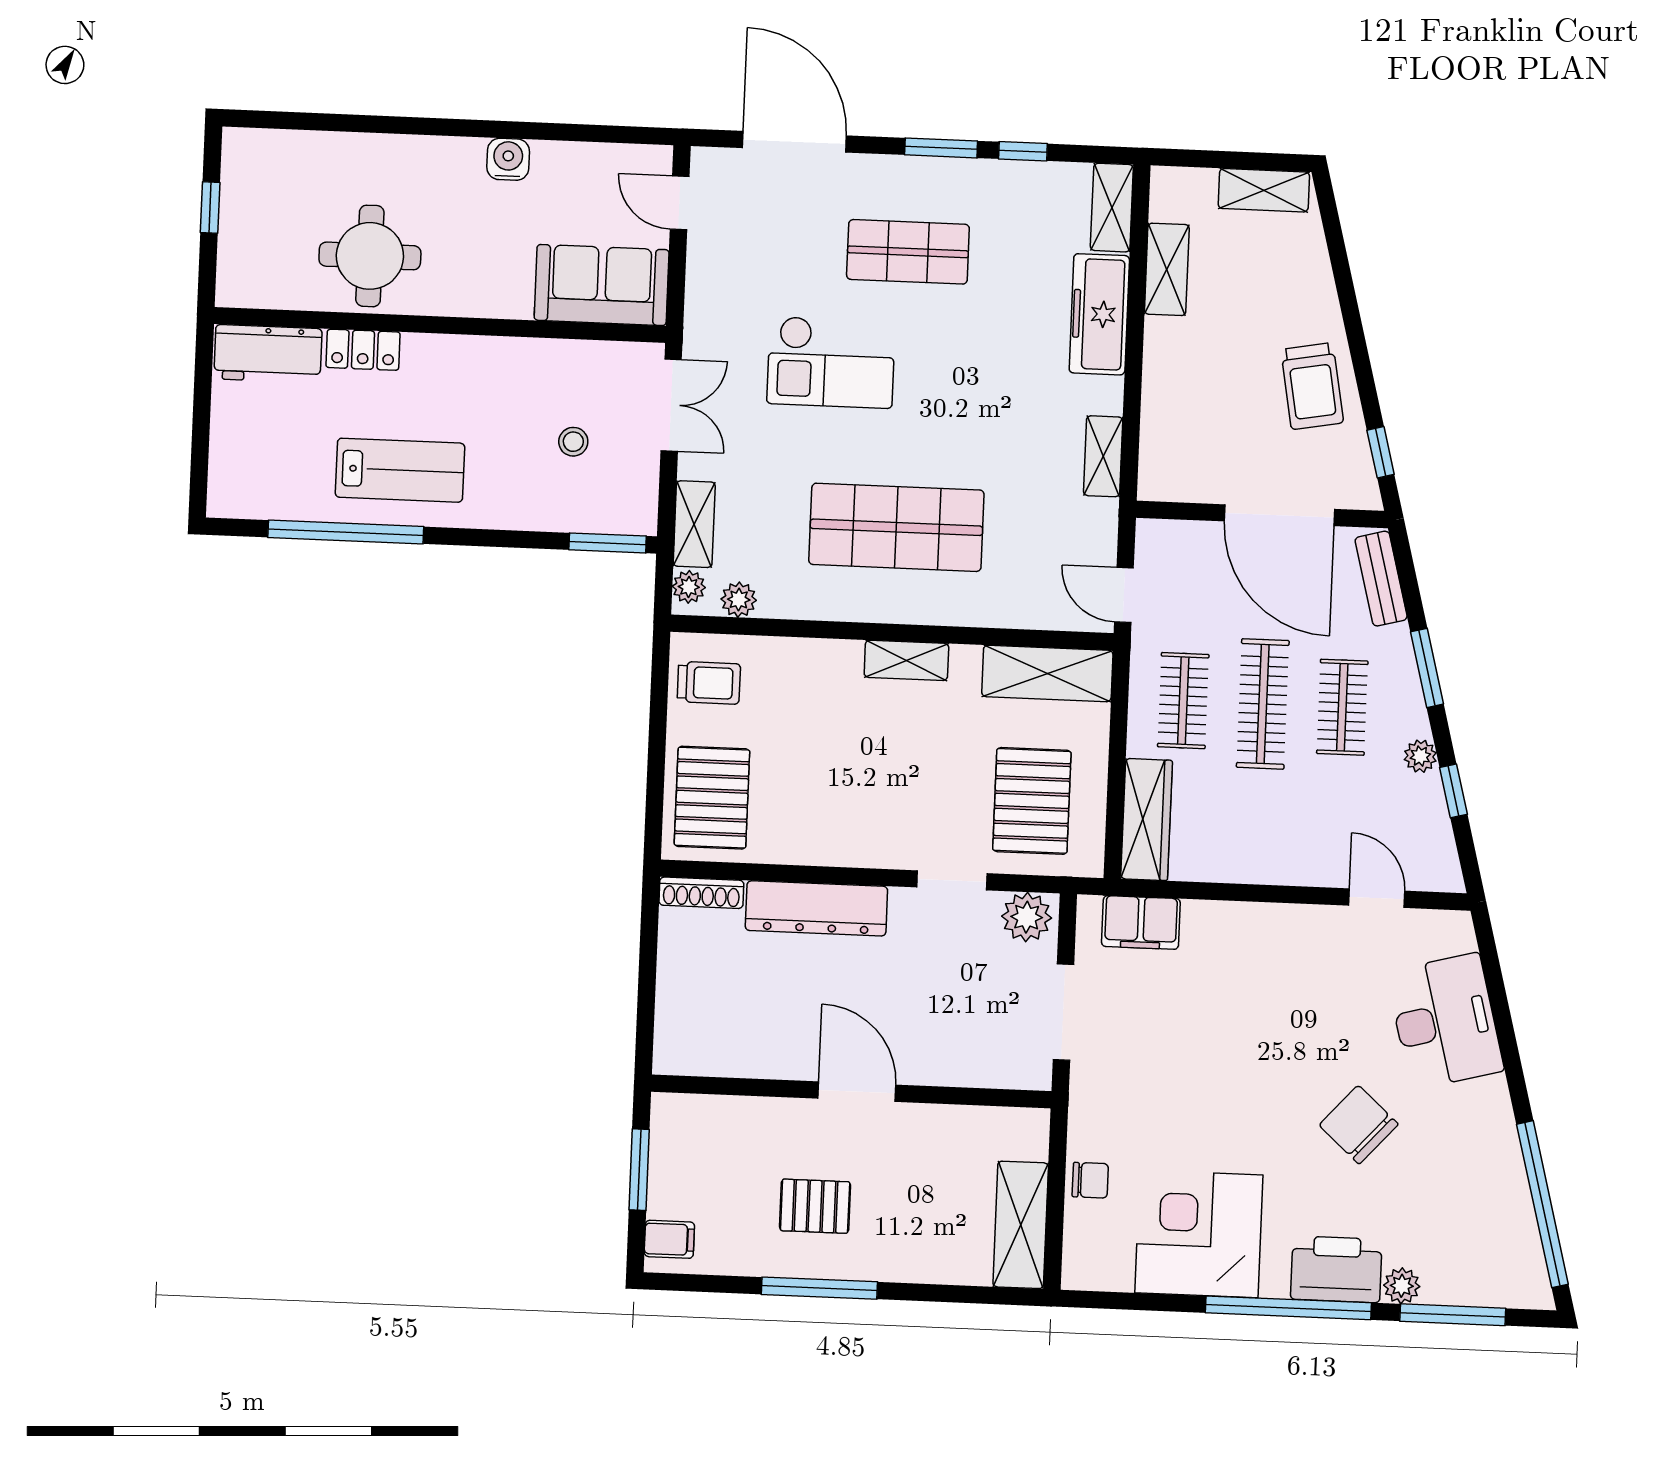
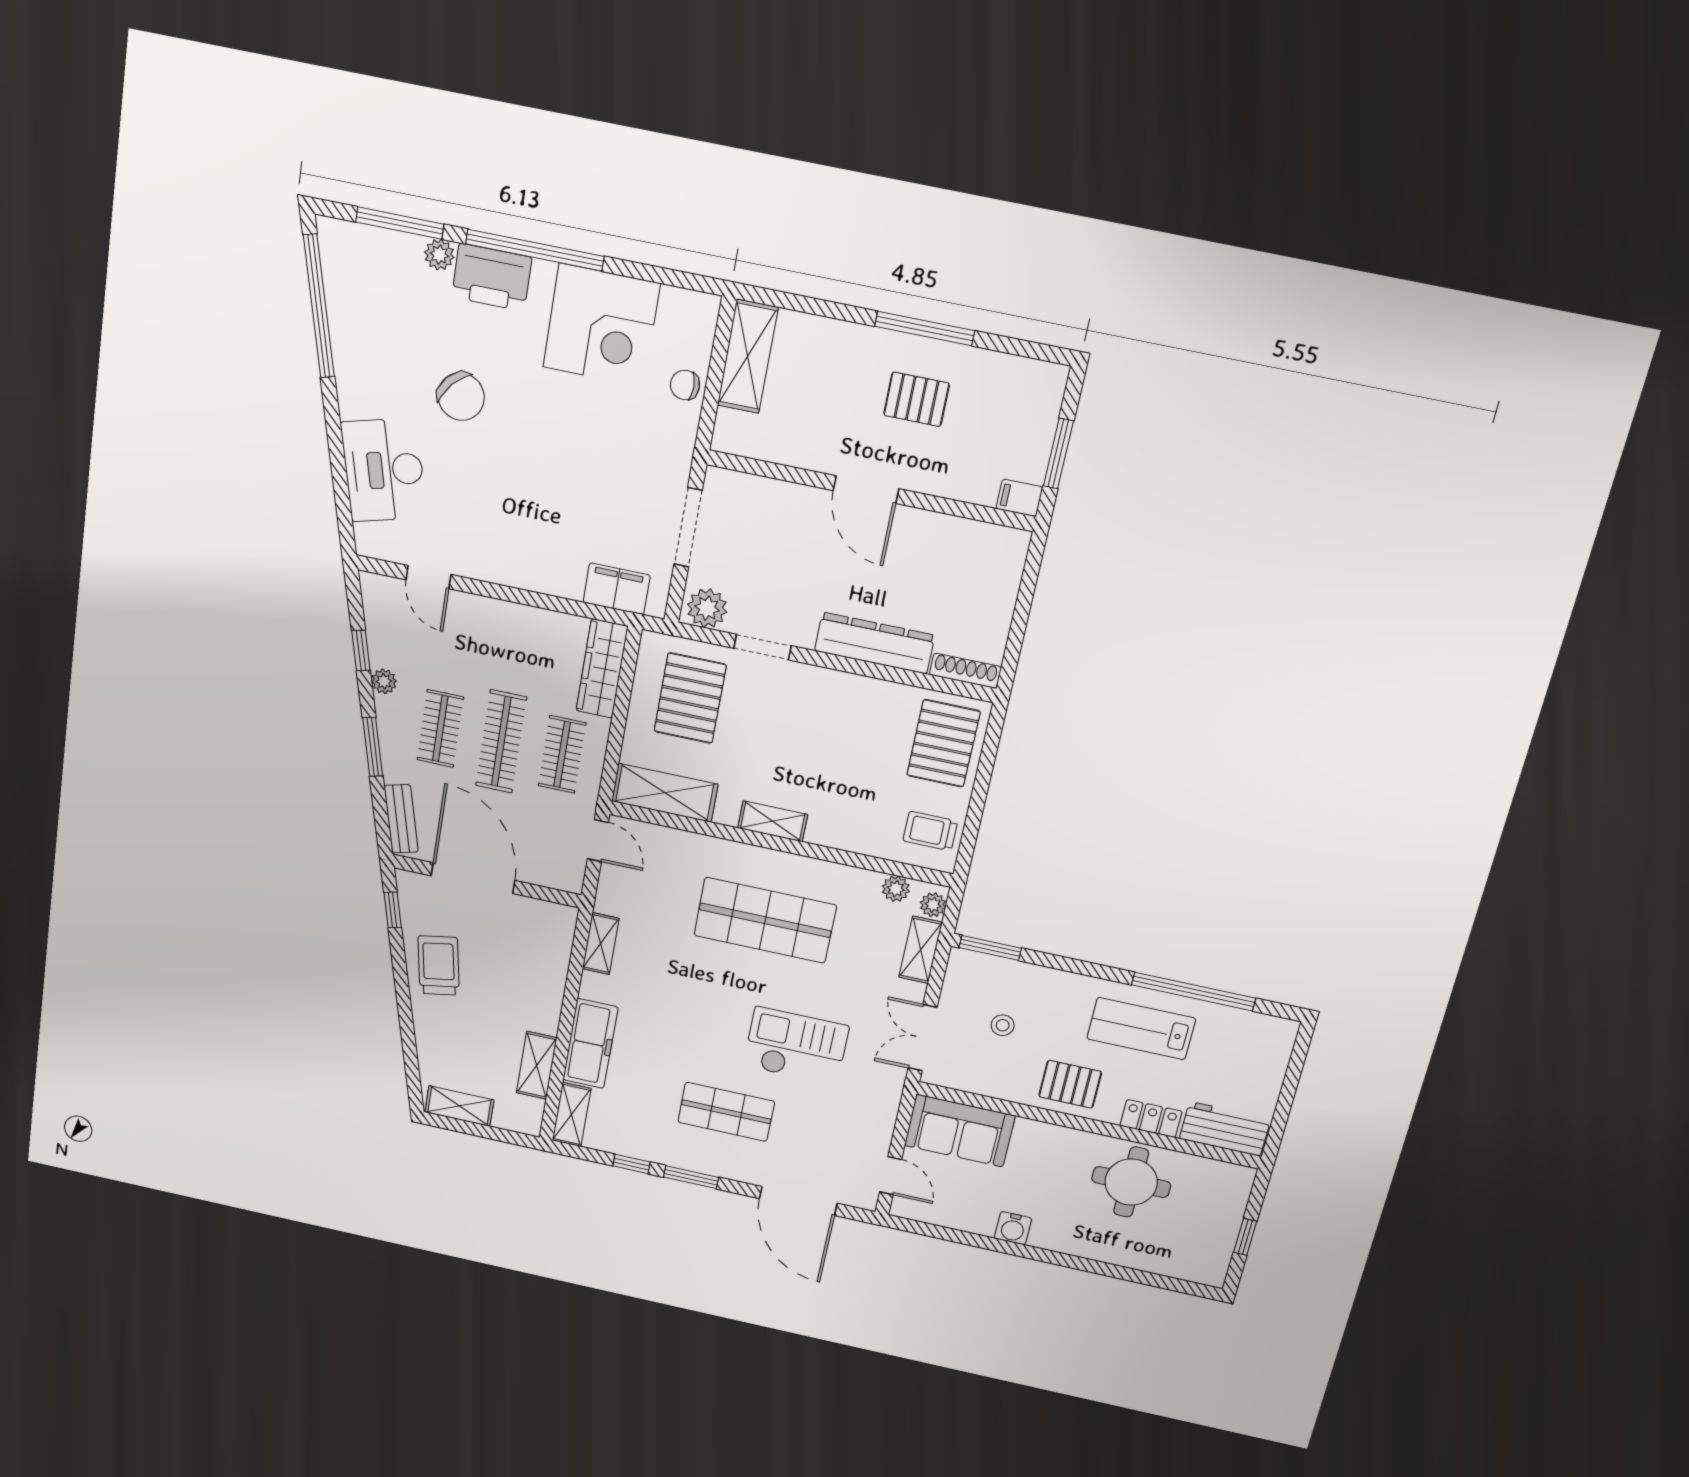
pallet: (473, 377) -> (1070, 1084), added
filing cabinet: (669, 1239) -> (1020, 498), moved

